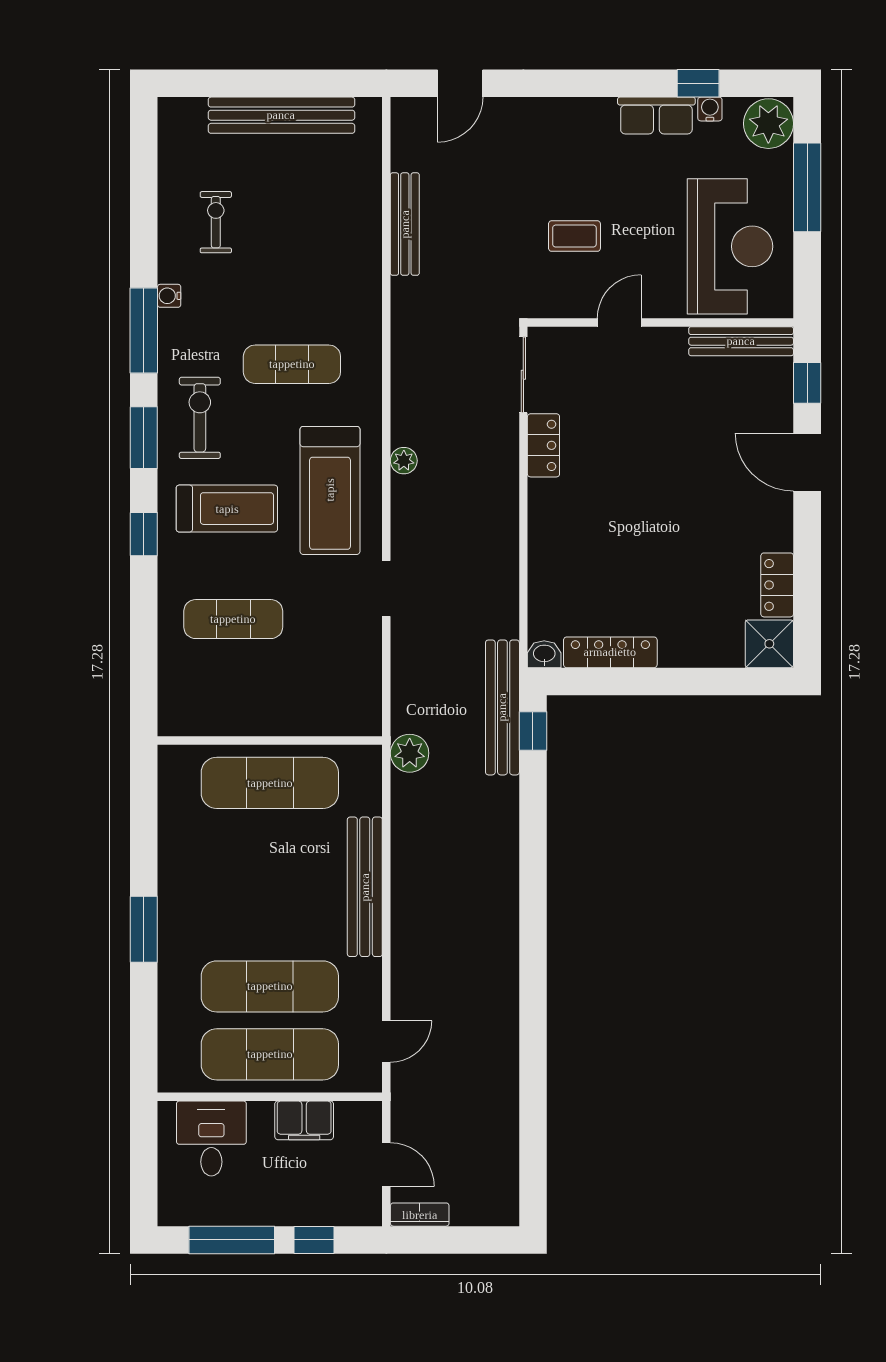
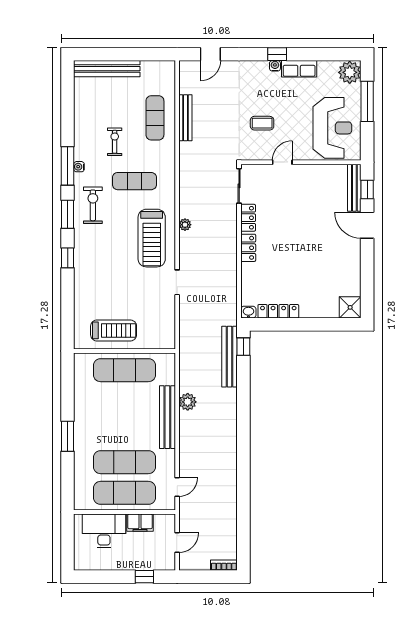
window: (698, 83) -> (277, 54), moved
water cooler: (710, 109) -> (275, 66), moved
bench: (281, 115) -> (107, 69), moved
exercise bike: (216, 222) -> (115, 142), moved
water cooler: (169, 296) -> (79, 167), moved
bench: (741, 341) -> (354, 188), moved, turned 90
treadmill: (227, 509) -> (114, 330), moved
locker: (777, 585) -> (248, 248), moved, turned 180
exercise mat: (233, 619) -> (155, 118), moved, turned 90
bench: (502, 707) -> (230, 357), moved
plant: (410, 753) -> (188, 402), moved
desk: (211, 1138) -> (104, 531), width x1.37
door: (386, 1164) -> (177, 543), hinge flipped
bookcase: (420, 1215) -> (224, 565), moved
window: (232, 1240) -> (107, 577), removed

